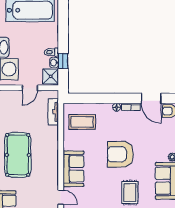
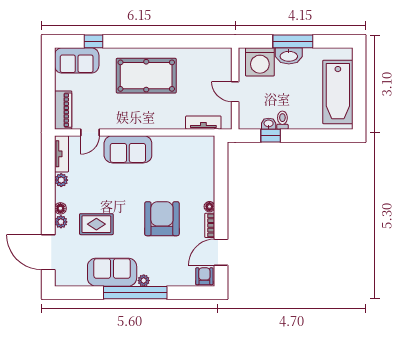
shower: (51, 76) -> (250, 119), removed
coffee table: (82, 122) -> (190, 161), removed
armchair: (120, 154) -> (162, 219), moved

